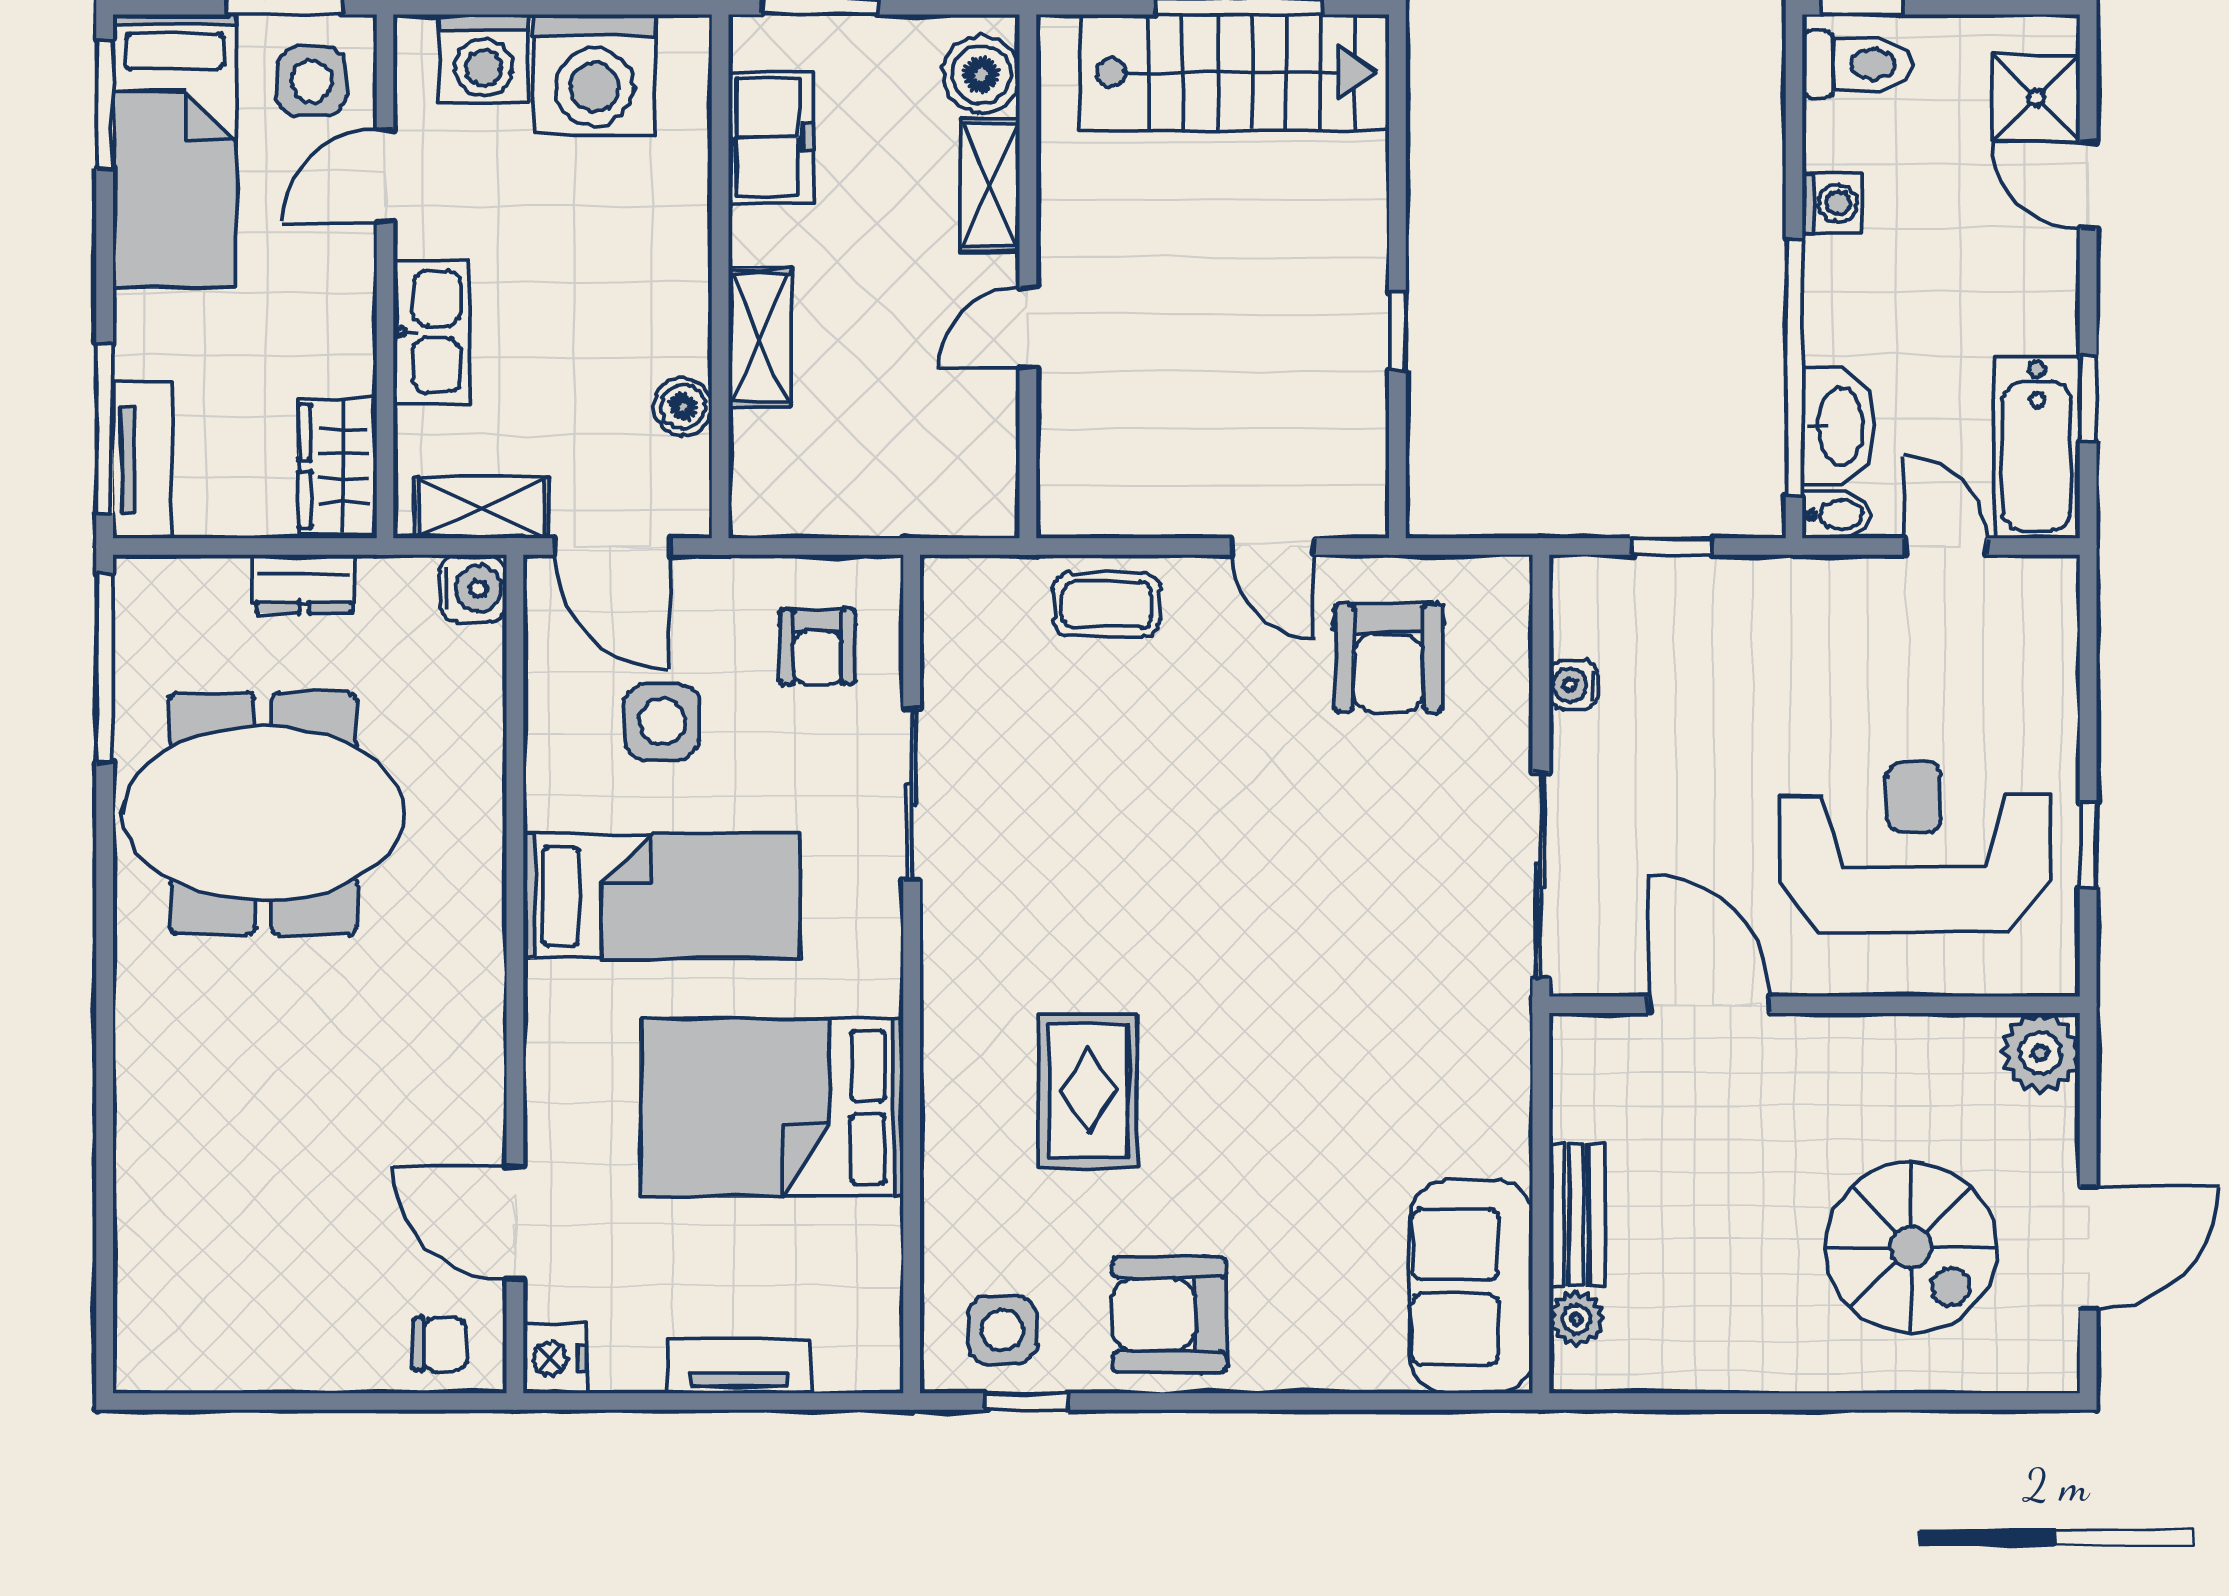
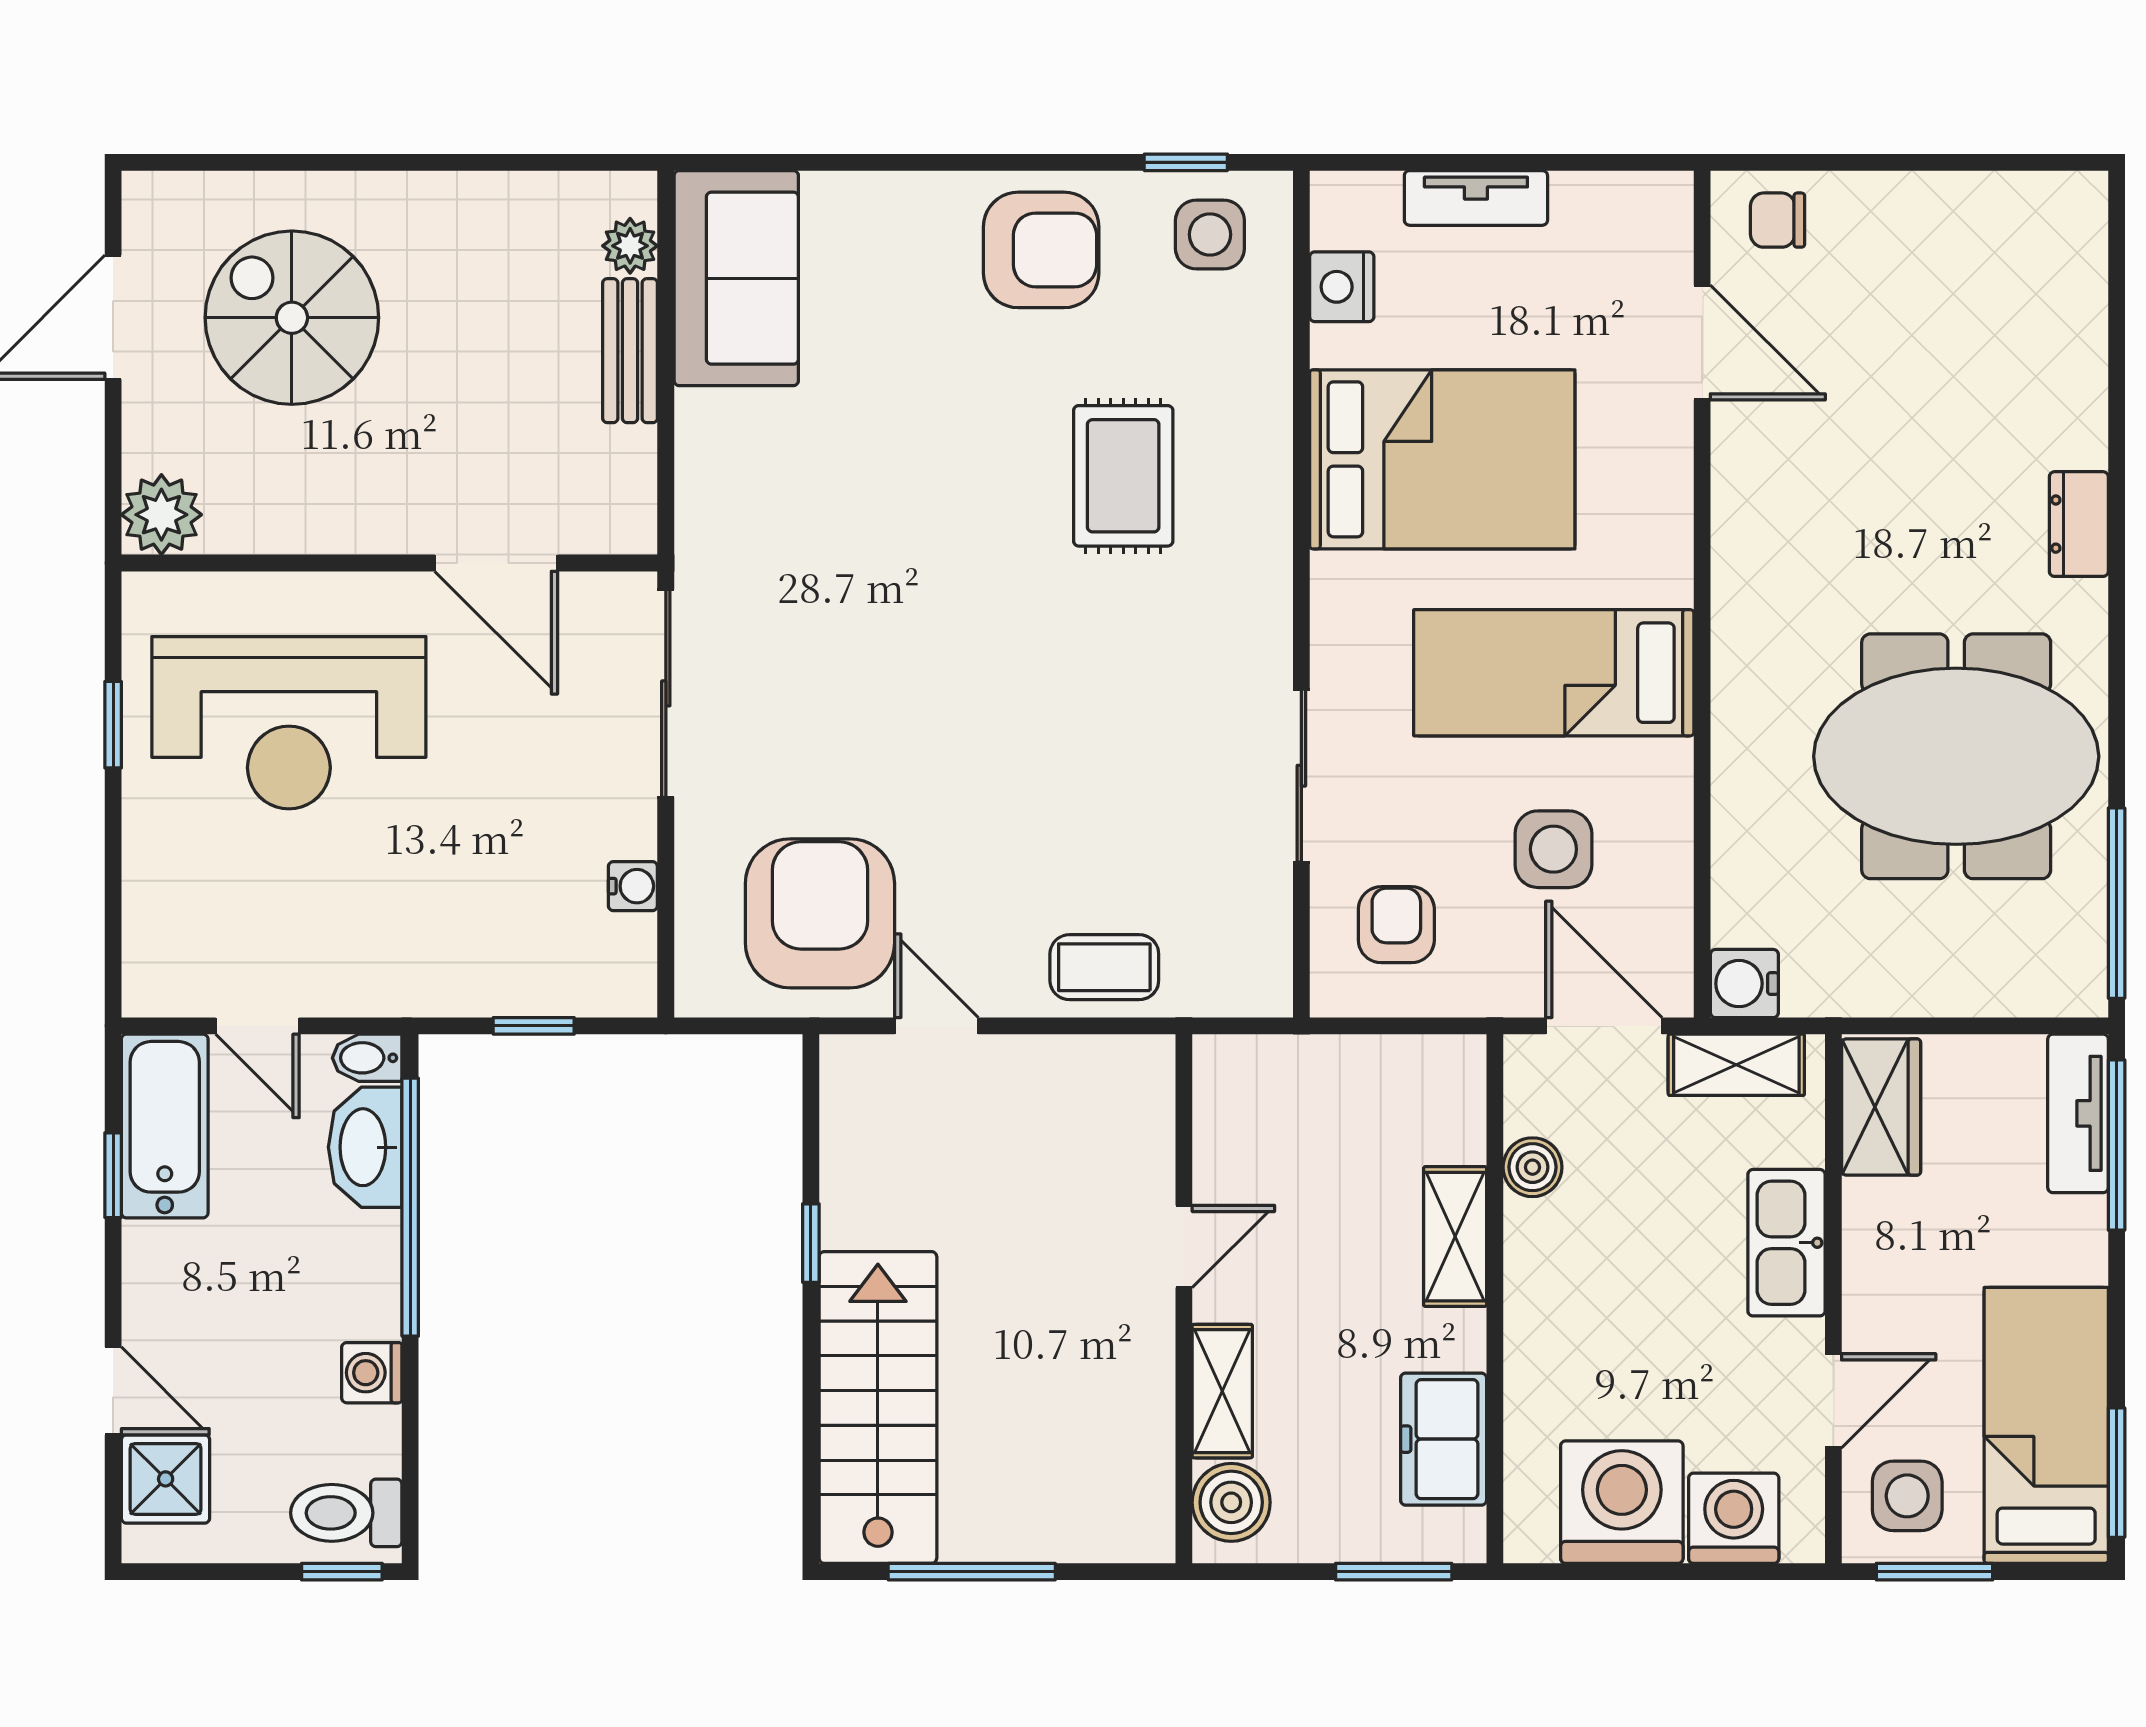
stairs: (1235, 73) -> (878, 1407), moved, turned 90
dresser: (304, 584) -> (2079, 524), moved, turned -90
armchair: (1388, 658) -> (820, 913), width x1.36, depth x1.36
nightstand: (555, 1359) -> (1342, 287), moved, turned 180

